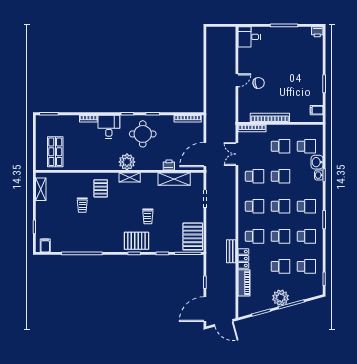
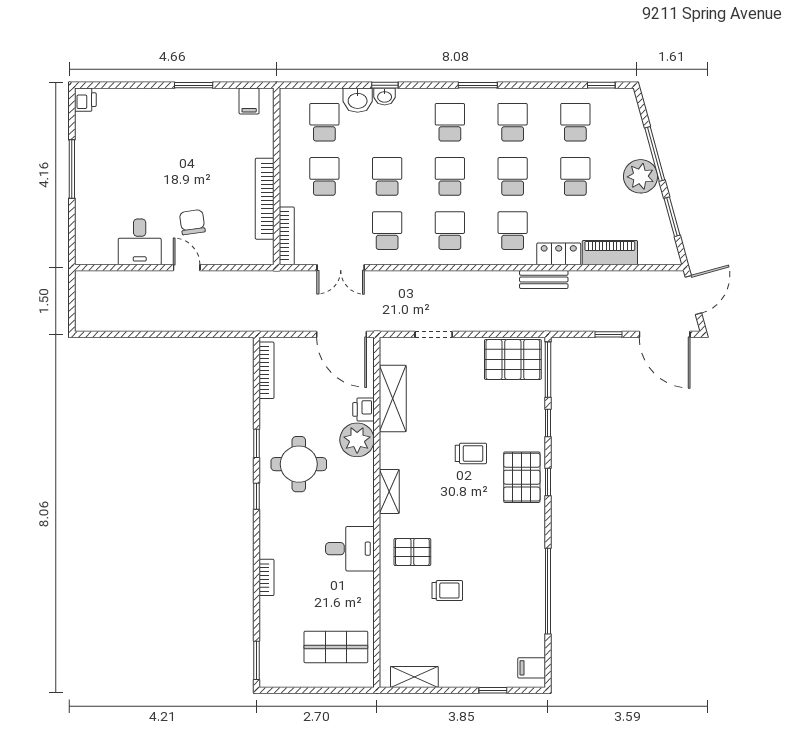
desk: (249, 37) -> (140, 242), moved
desk: (109, 127) -> (350, 549), moved, turned 180
plant: (127, 162) -> (357, 440), moved

